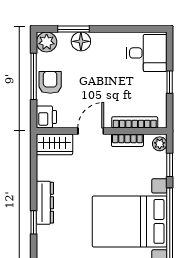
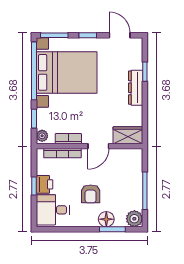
armchair: (50, 82) -> (91, 194), moved
printer: (46, 117) -> (44, 184), moved, turned 180

